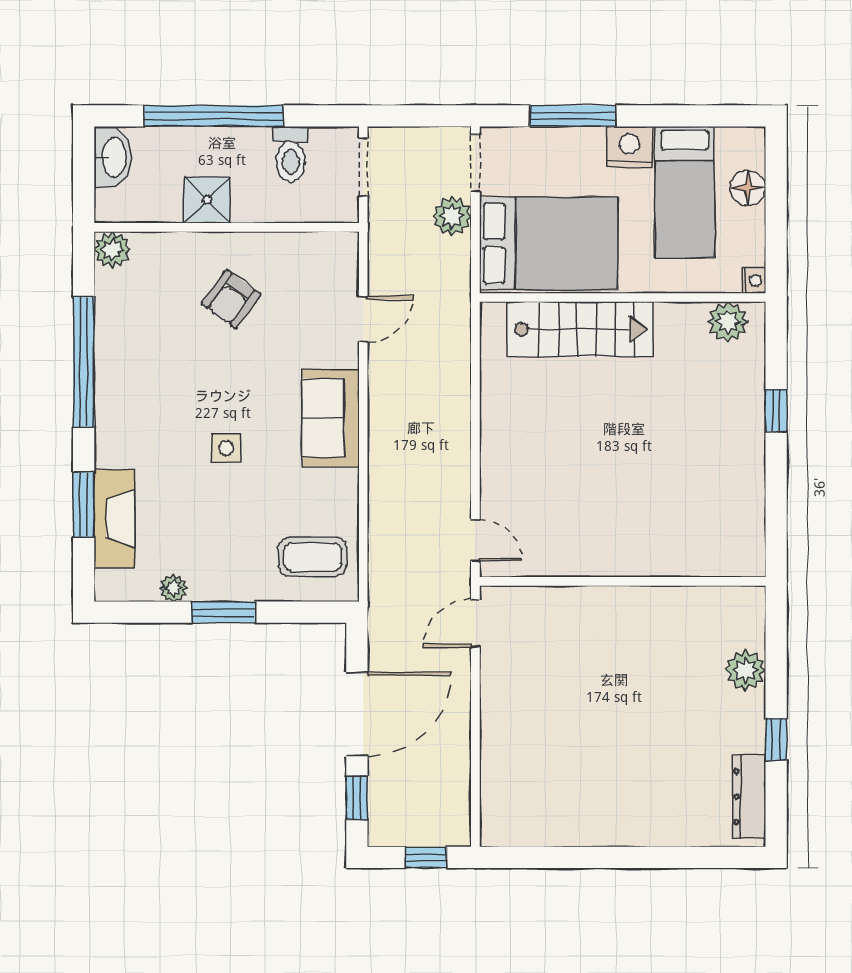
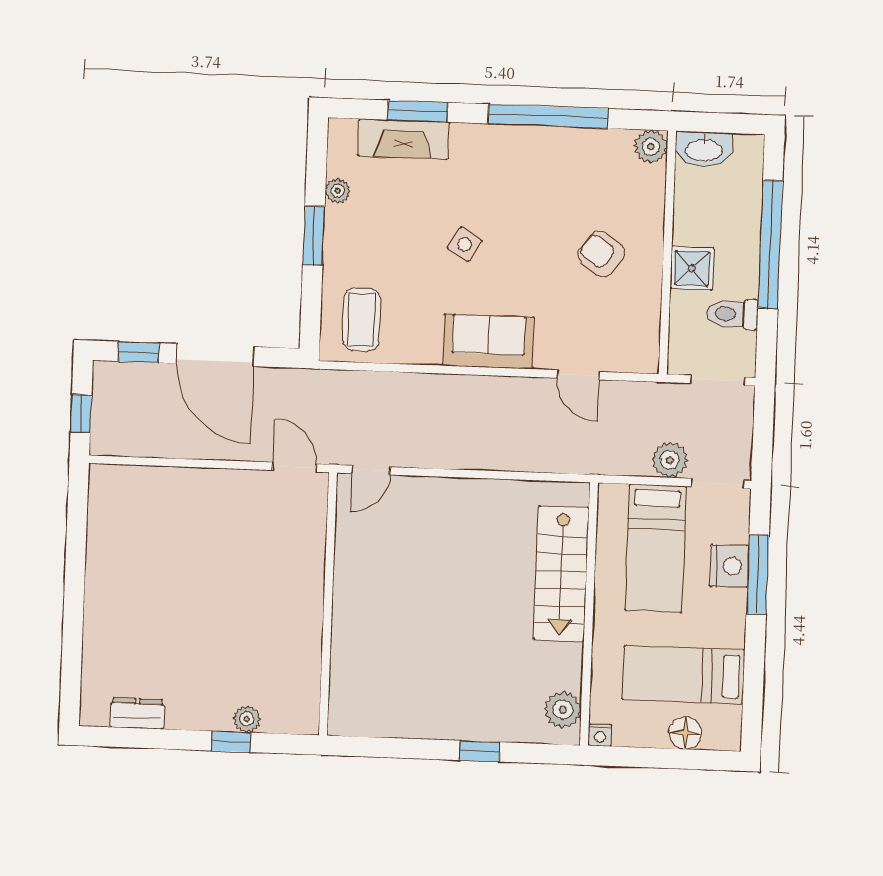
nightstand: (629, 147) -> (729, 566), moved
washbasin: (113, 157) -> (704, 149), moved
shower: (207, 200) -> (692, 268), moved
bed: (548, 243) -> (656, 548), width x0.67
side table: (226, 448) -> (465, 244), turned 31
plant: (745, 670) -> (247, 719), width x0.73, depth x0.73
window: (776, 740) -> (231, 742), moved
dresser: (749, 797) -> (137, 713), width x0.70

